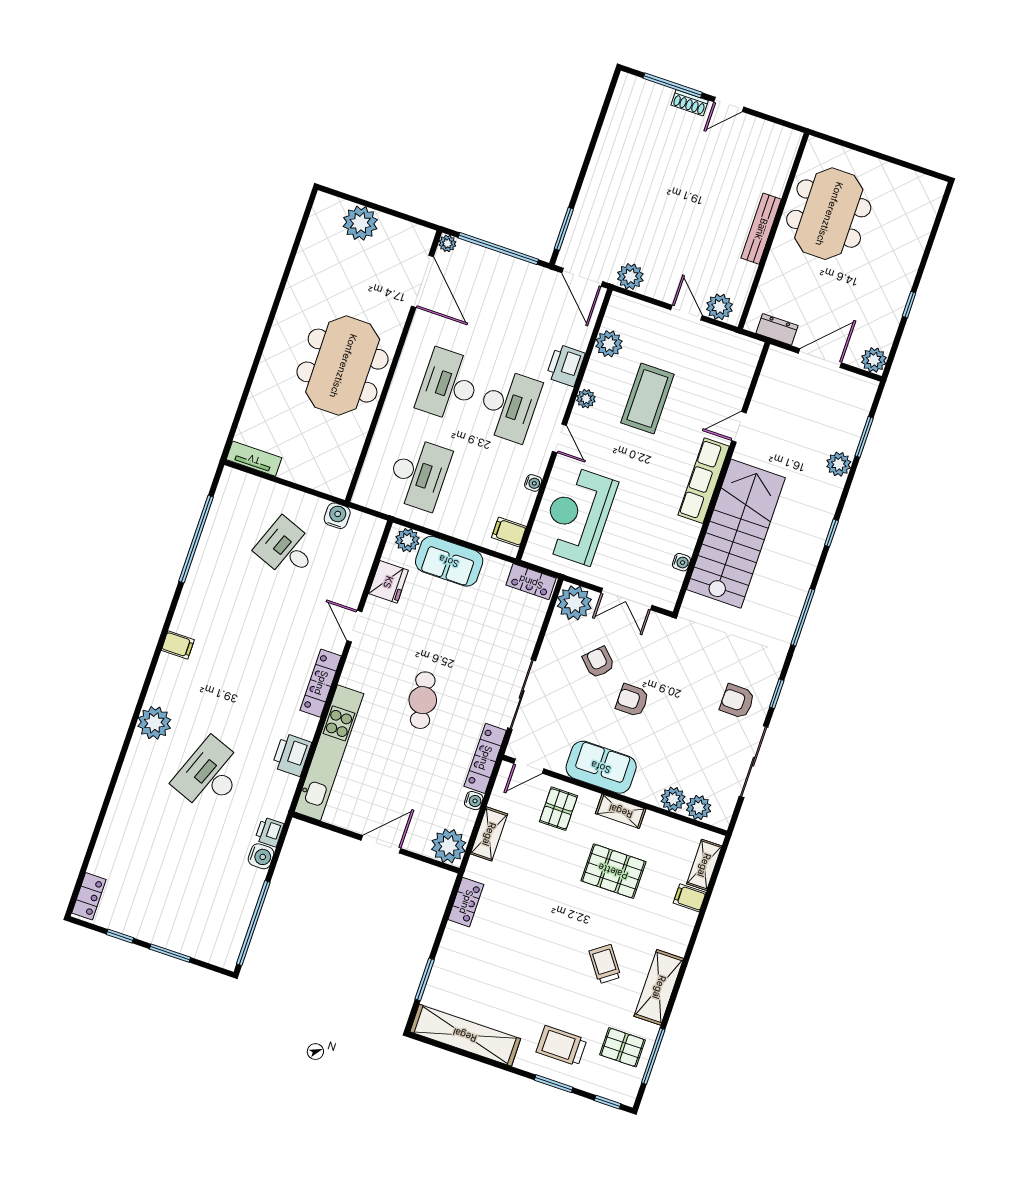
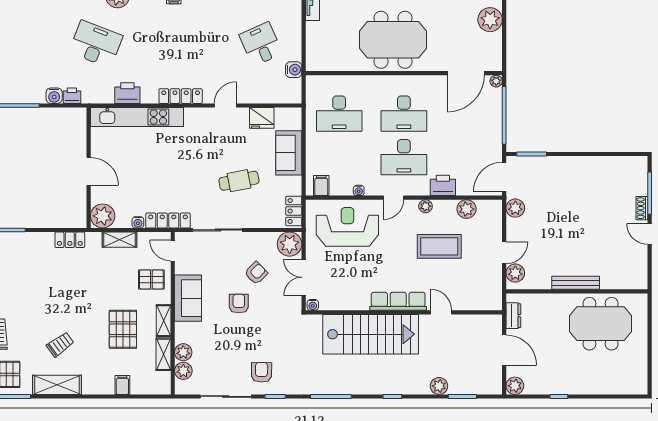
desk: (449, 385) -> (404, 114), turned 180
plant: (407, 540) -> (293, 121), removed
desk: (287, 549) -> (261, 44), turned -45
water cooler: (681, 562) -> (313, 305), moved
cafe table: (423, 700) -> (239, 181), moved
shelving: (704, 865) -> (163, 354), moved, turned 90

